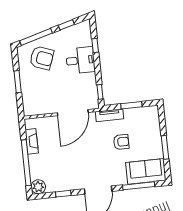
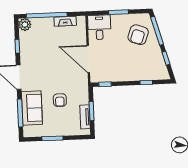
desk: (80, 60) -> (99, 27), moved, turned 180
tv unit: (110, 115) -> (85, 117), moved
sofa: (146, 171) -> (32, 108), moved

